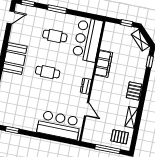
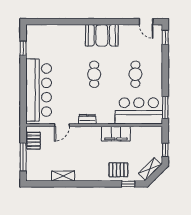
window: (57, 9) -> (165, 107), moved
pallet: (134, 91) -> (118, 170), moved
bar counter: (59, 125) -> (39, 90), width x1.36
pallet: (120, 137) -> (34, 141), moved

